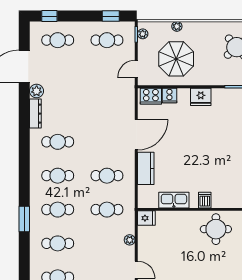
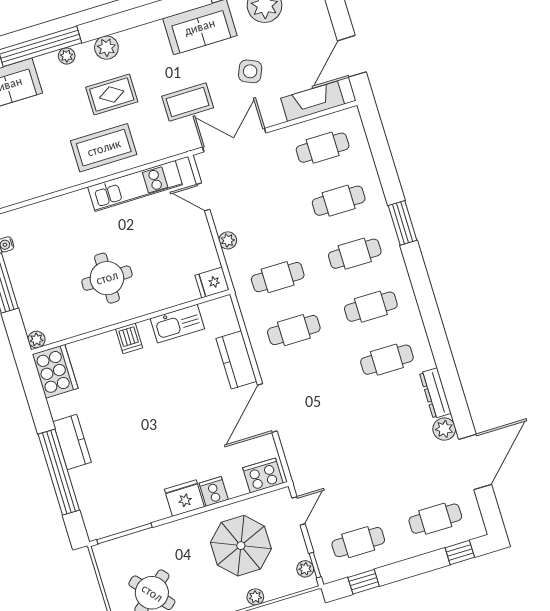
cooker: (169, 95) -> (214, 491), moved
round table: (216, 229) -> (107, 278), moved

